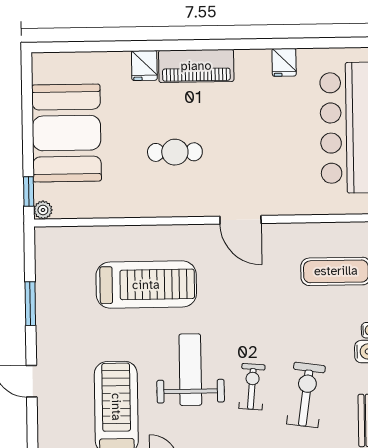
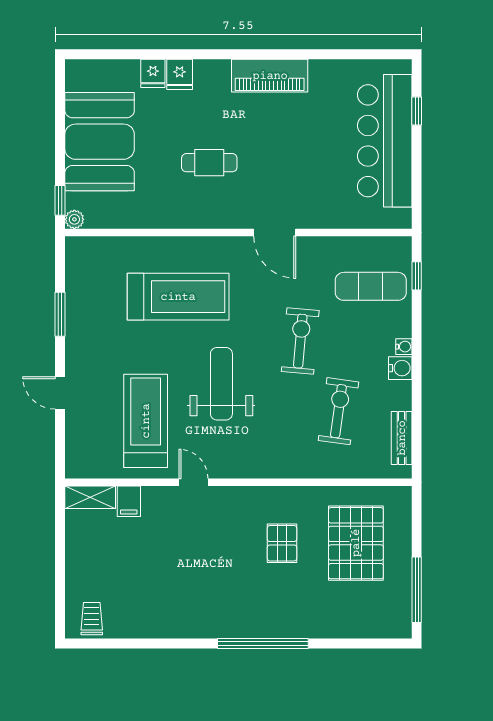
fridge: (284, 62) -> (153, 73), moved
piano: (196, 66) -> (270, 76), moved
exercise bike: (252, 387) -> (300, 341), moved, width x1.38, depth x1.39

